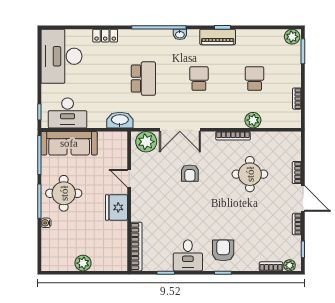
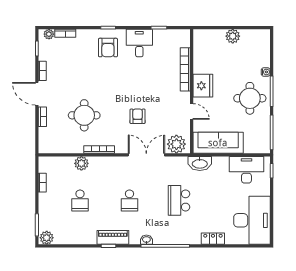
sofa: (69, 143) -> (218, 143), moved
bookcase: (136, 247) -> (185, 69), moved

